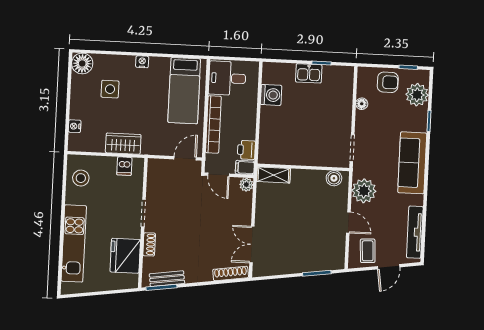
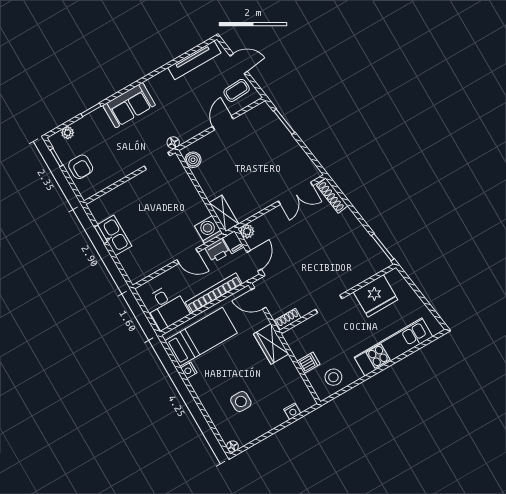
nightstand: (142, 62) -> (189, 370), moved
floor lamp: (82, 63) -> (232, 446), width x0.53, depth x0.53
kitchen sink: (309, 73) -> (115, 235), width x1.38
armchair: (388, 82) -> (81, 167), turned 180
washing machine: (271, 95) -> (209, 230), moved
plant: (417, 95) -> (68, 133), width x0.53, depth x0.53
floor lamp: (362, 104) -> (173, 143), moved
door: (258, 123) -> (187, 256), added
wardrobe: (123, 144) -> (271, 344), moved
sofa: (412, 163) -> (129, 105), width x0.73
dishwasher: (124, 166) -> (309, 363), moved
plant: (364, 191) -> (187, 127), removed
shoe rack: (149, 244) -> (288, 319), moved
bench: (167, 279) -> (372, 247), removed

